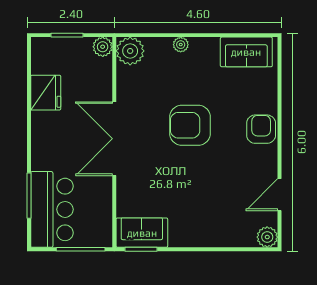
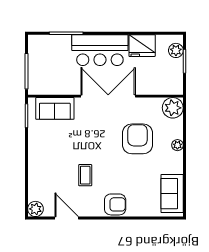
plant: (103, 47) -> (176, 50), moved
armchair: (190, 125) -> (137, 139), moved
coffee table: (221, 170) -> (85, 175), added
bar counter: (52, 209) -> (100, 50), moved
sofa: (142, 233) -> (55, 108), moved, turned 90

